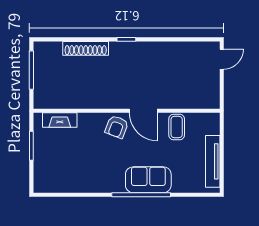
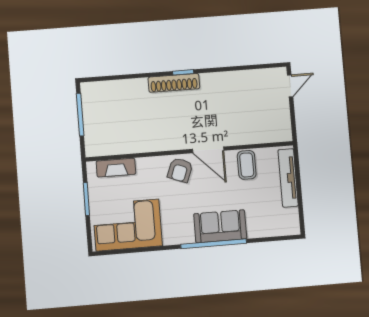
shoe rack: (86, 48) -> (174, 83), moved
tv unit: (213, 161) -> (288, 178), moved
corner sofa: (66, 172) -> (128, 225), added

